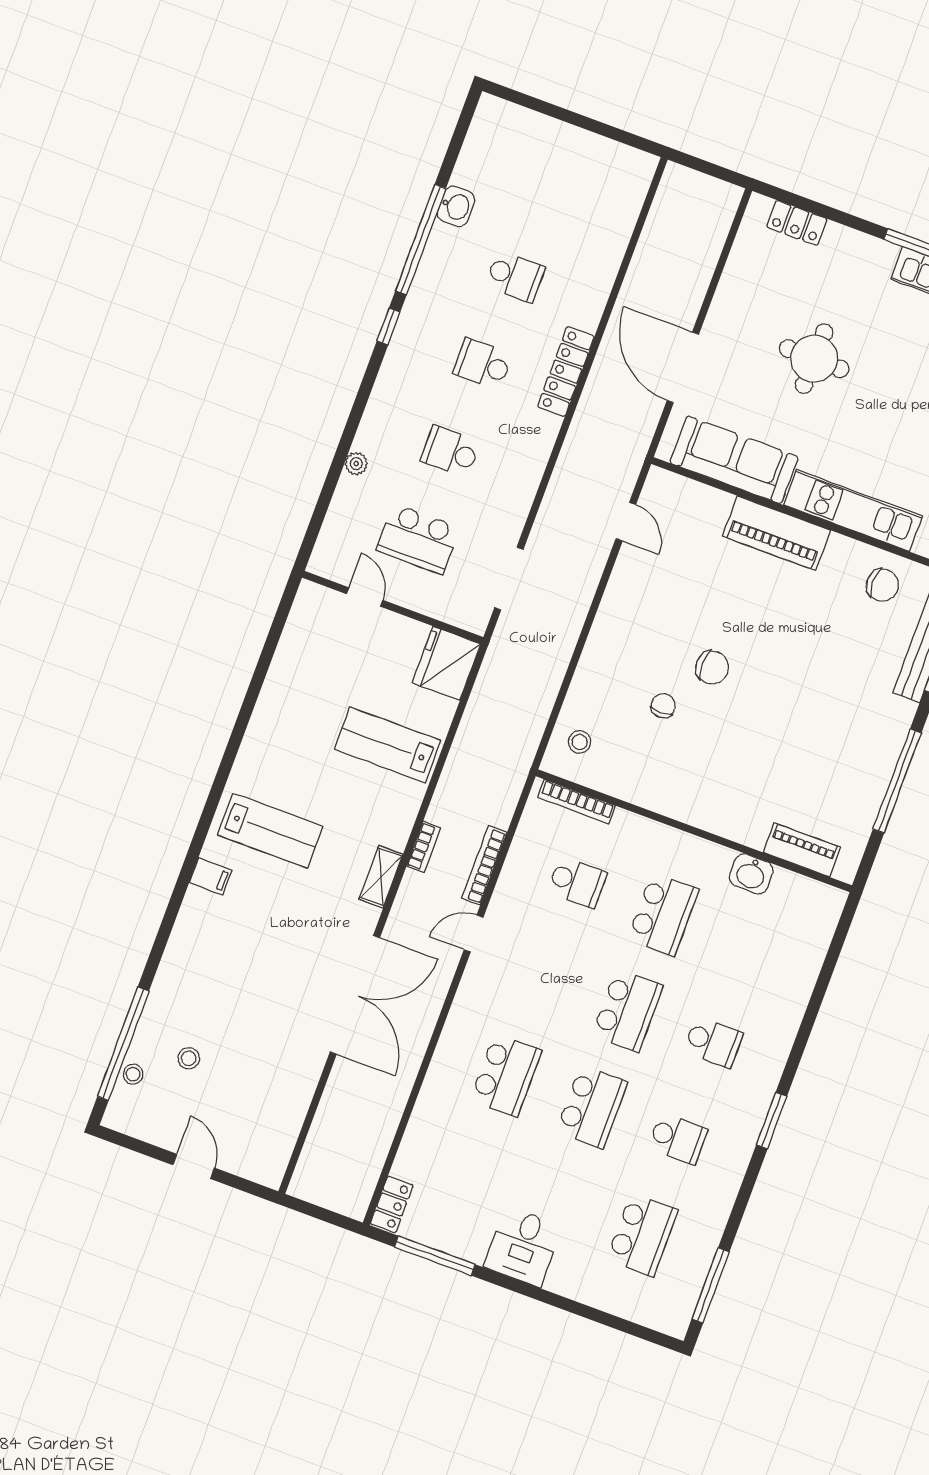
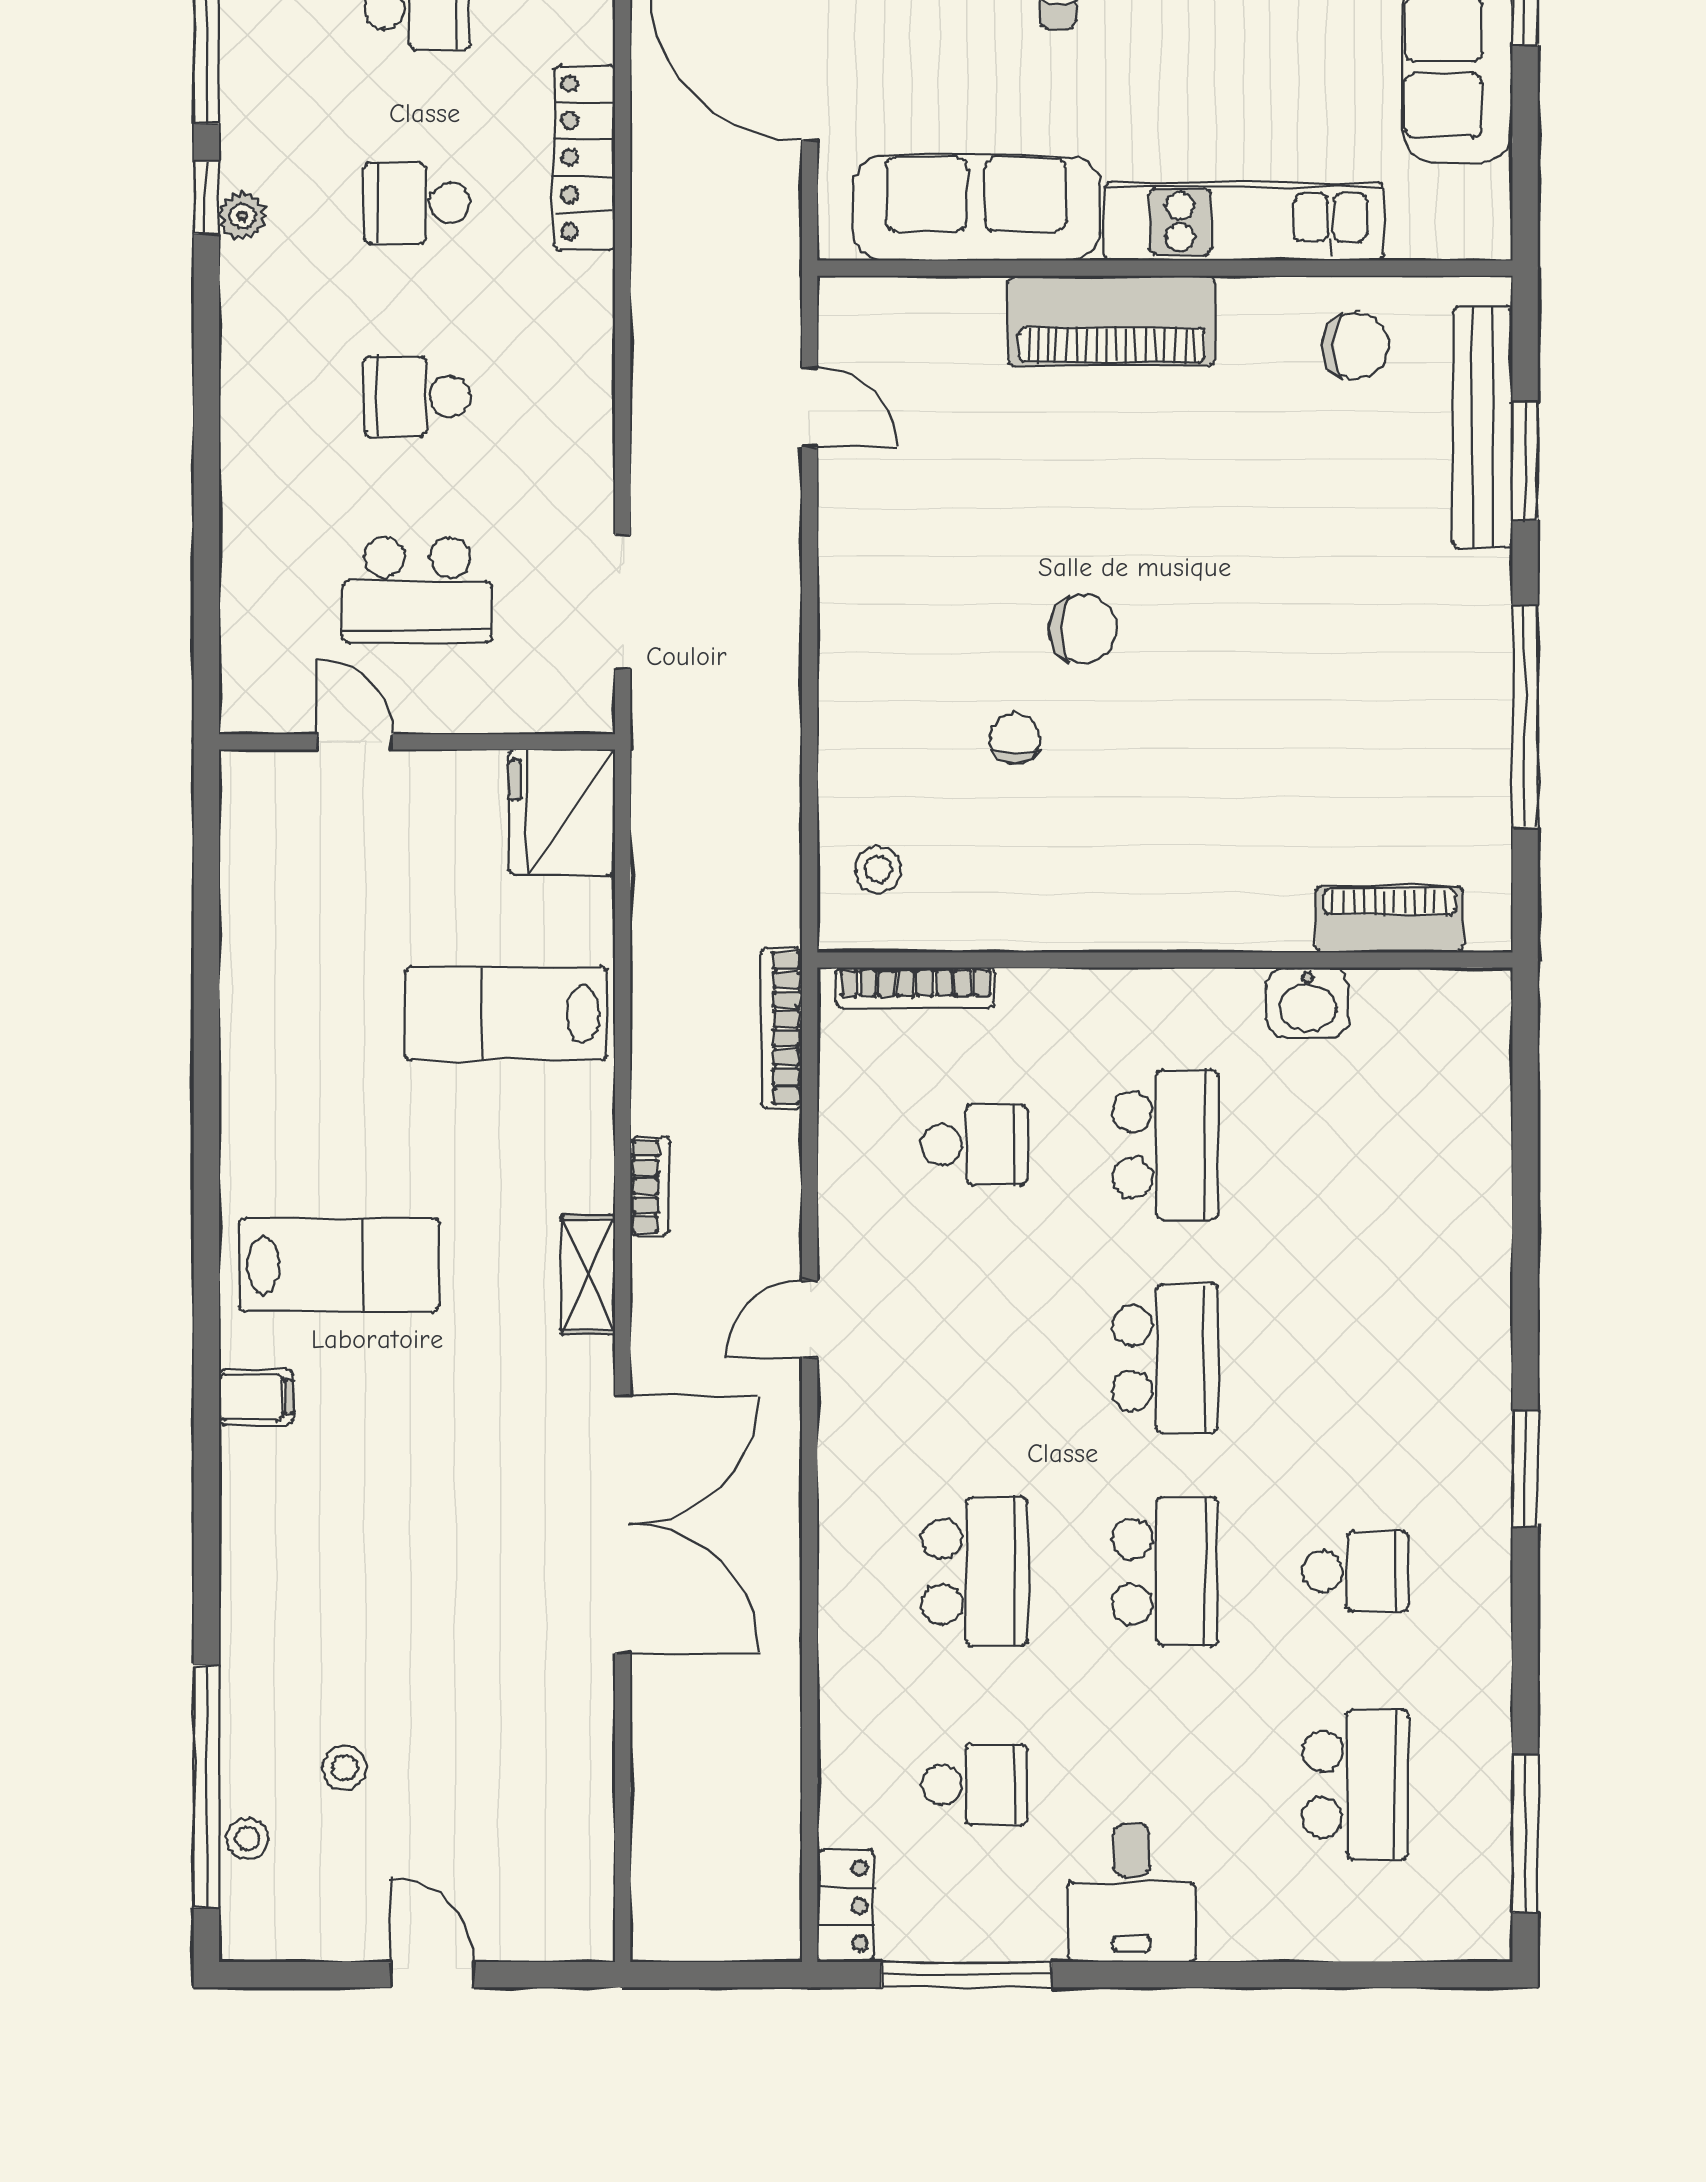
plant: (356, 464) -> (242, 216), moved
bookcase: (484, 865) -> (782, 1028), moved
school desk: (713, 1042) -> (975, 1785), moved

